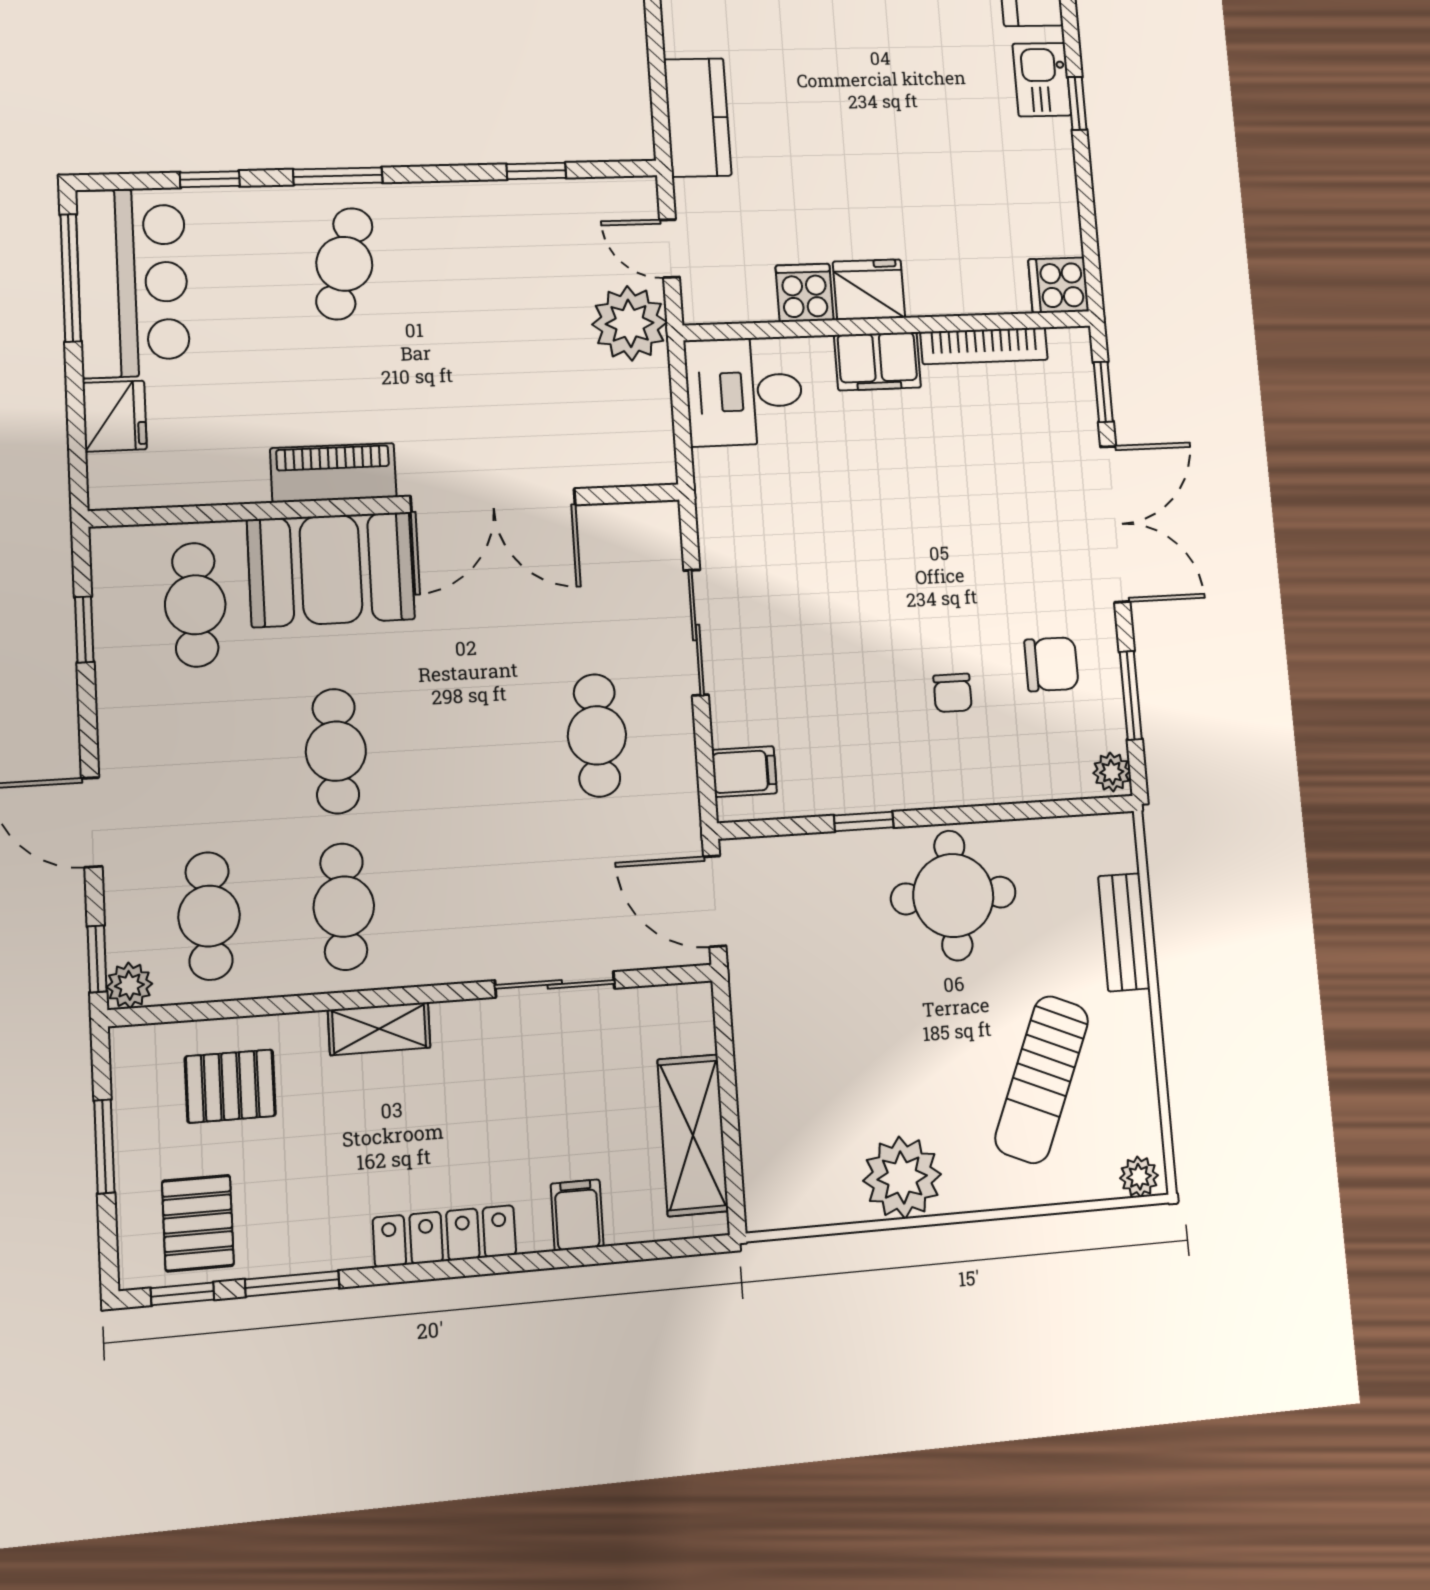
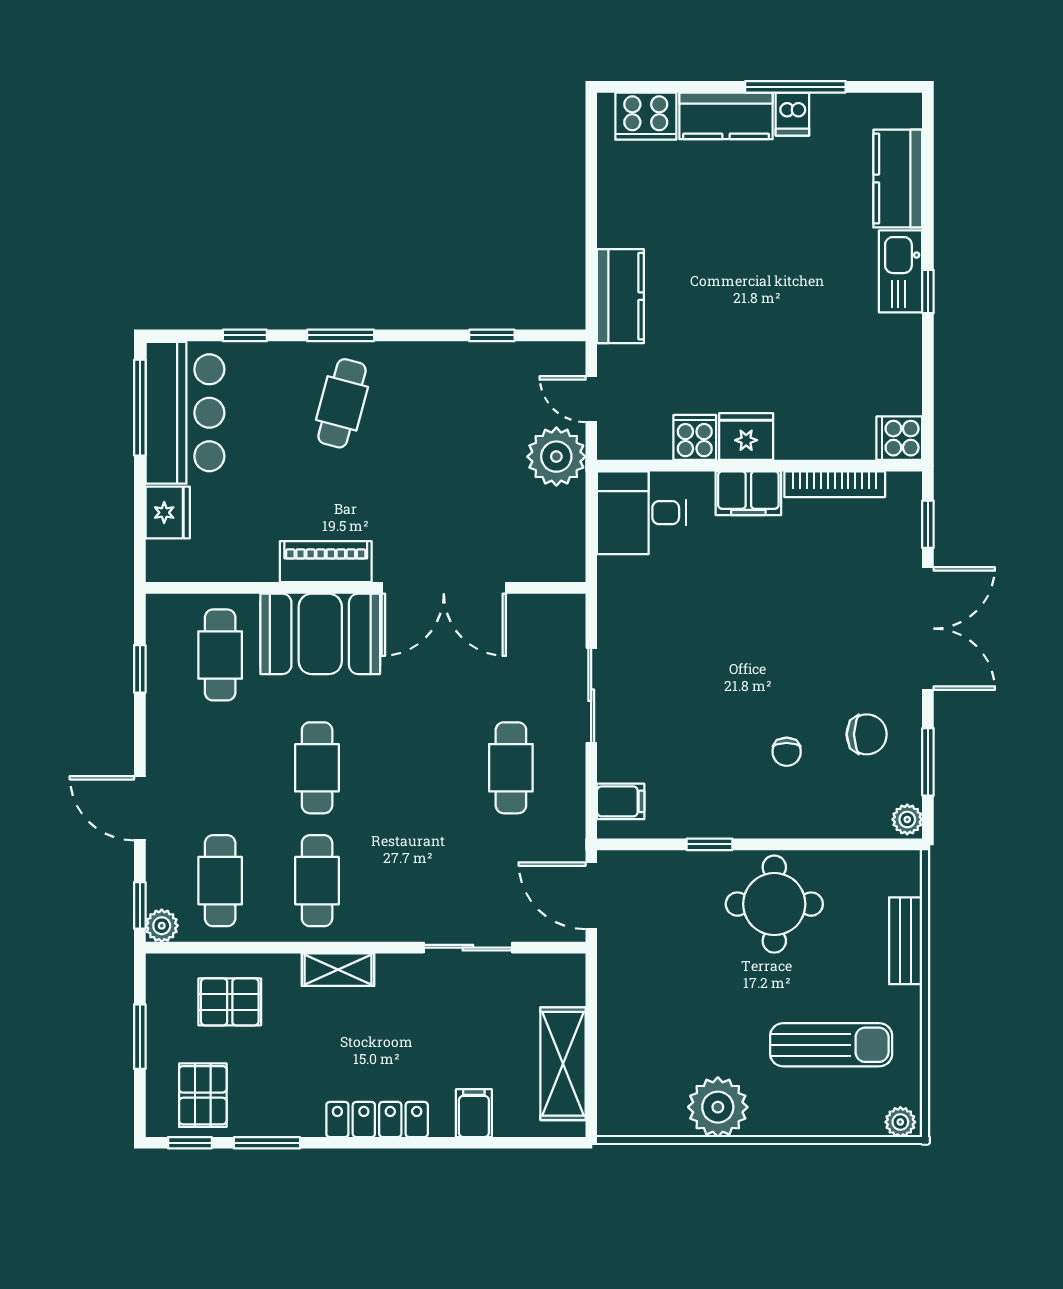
kitchen sink: (1042, 80) -> (901, 271), width x1.38
sun lounger: (1042, 1079) -> (831, 1045), turned -113

